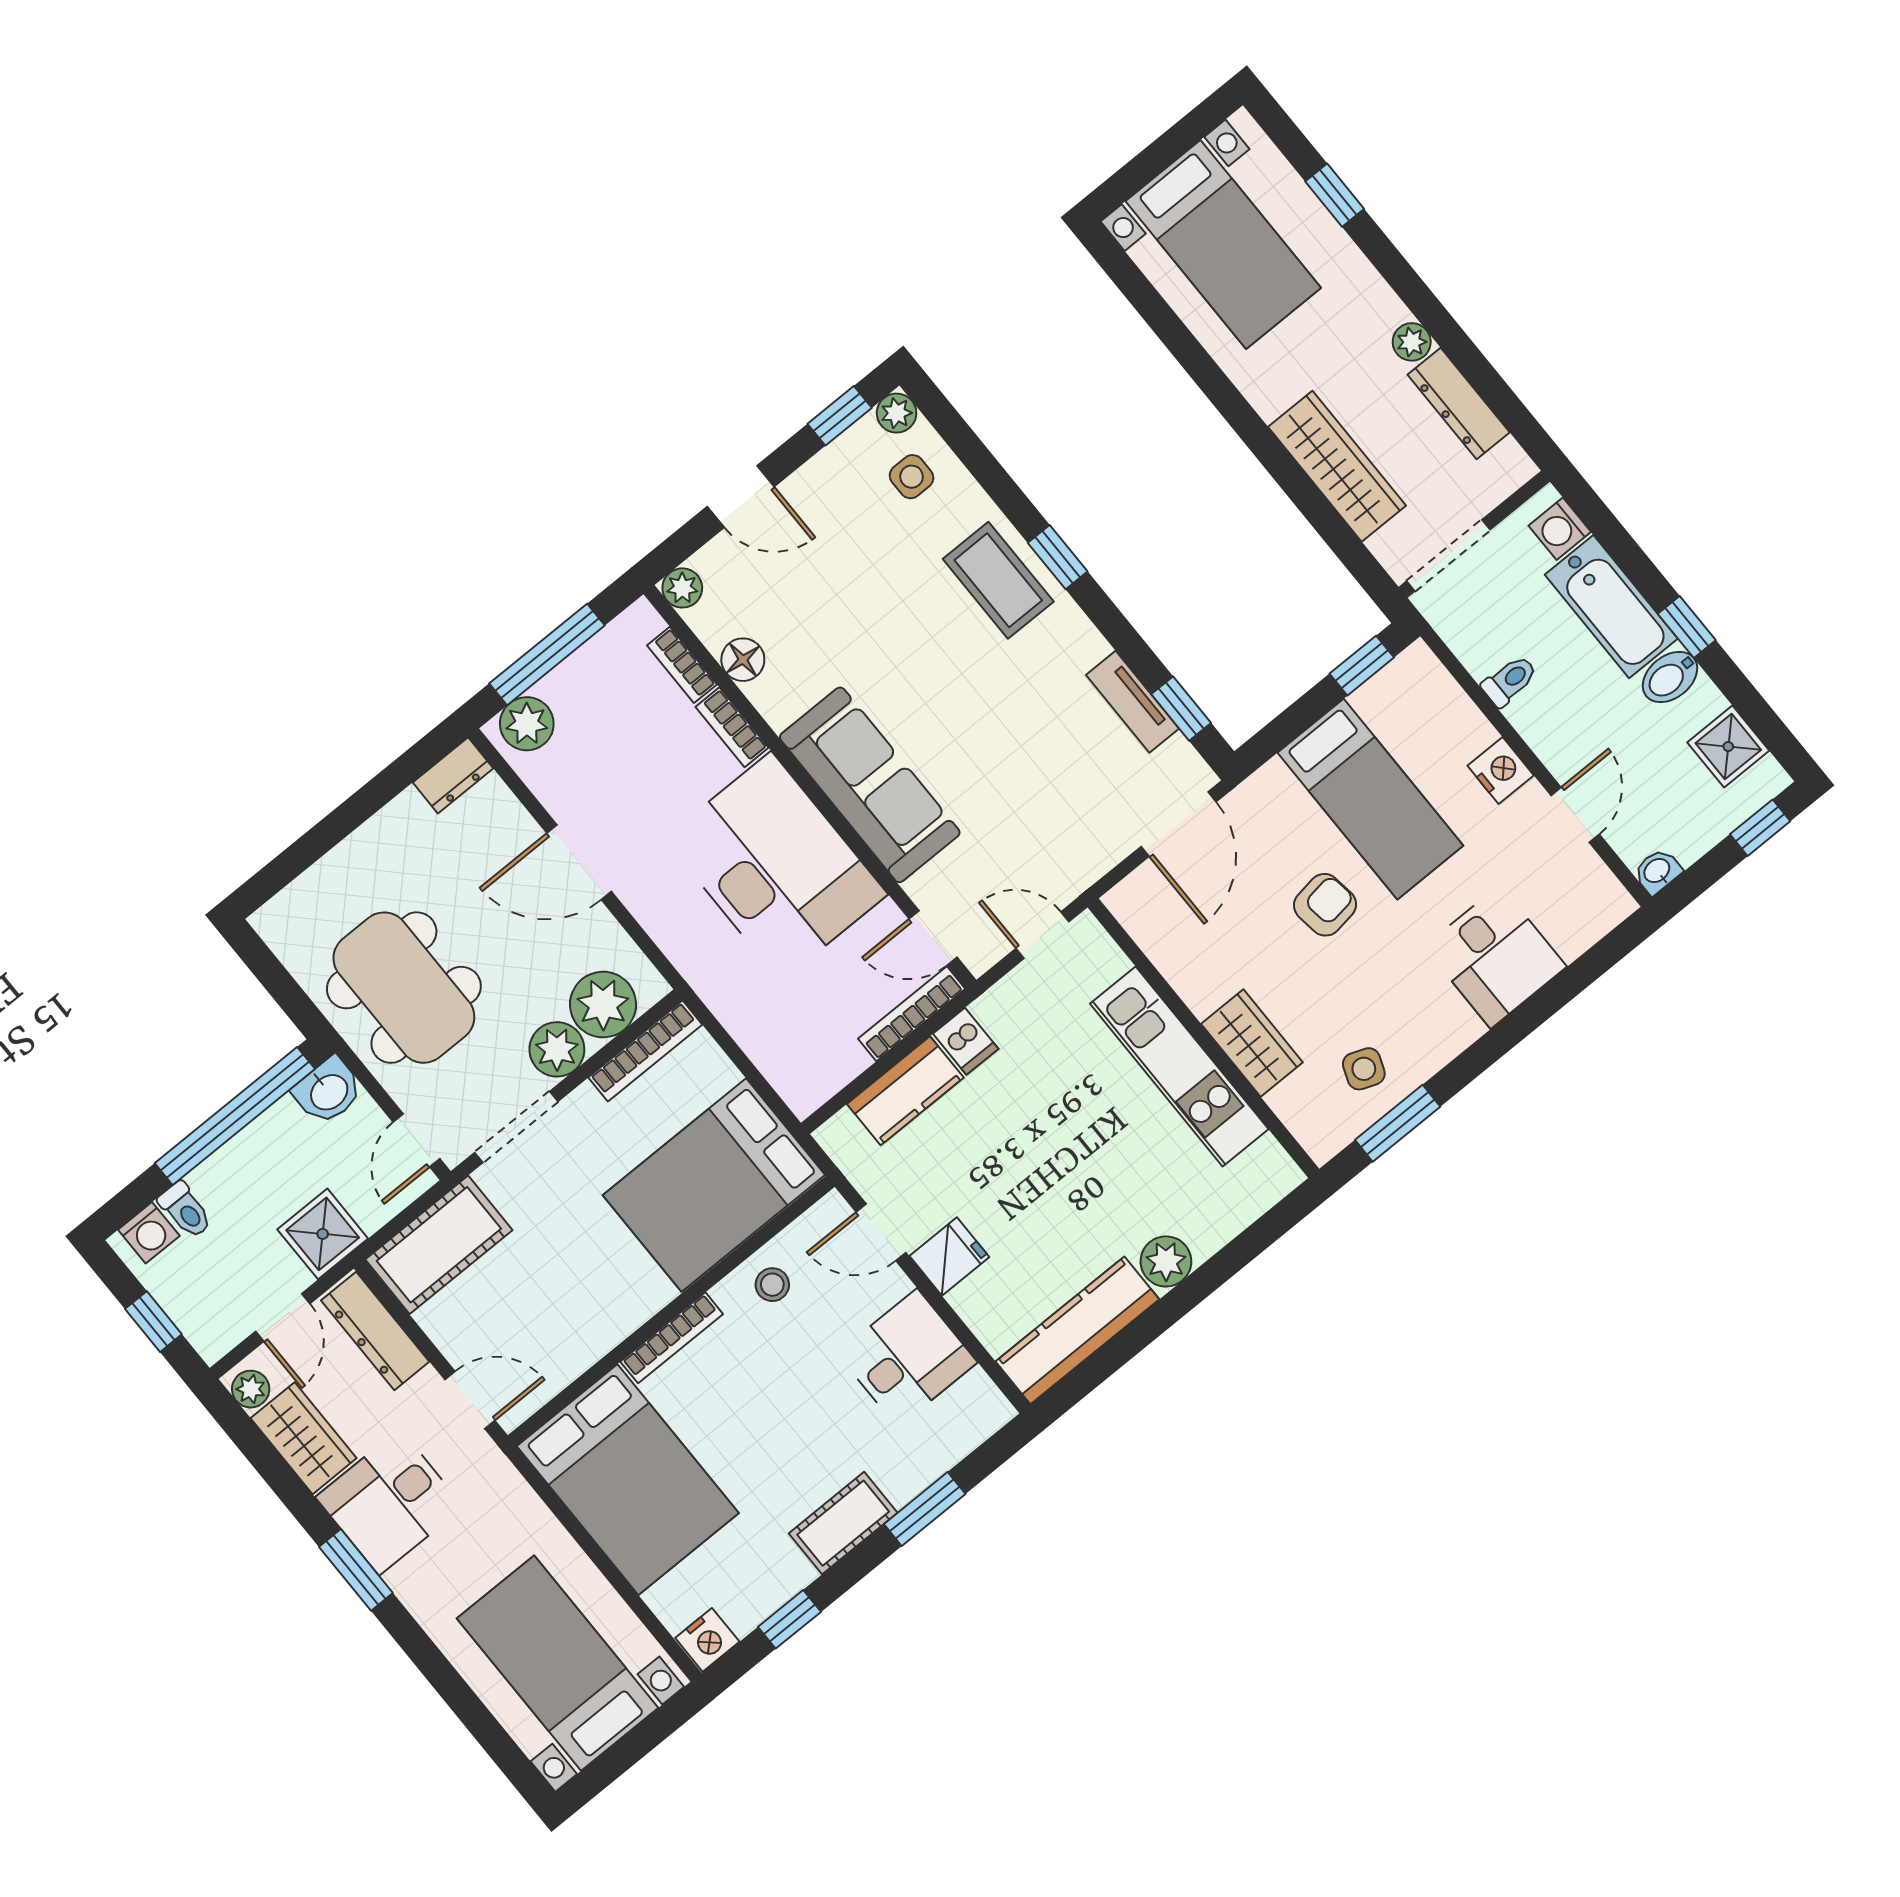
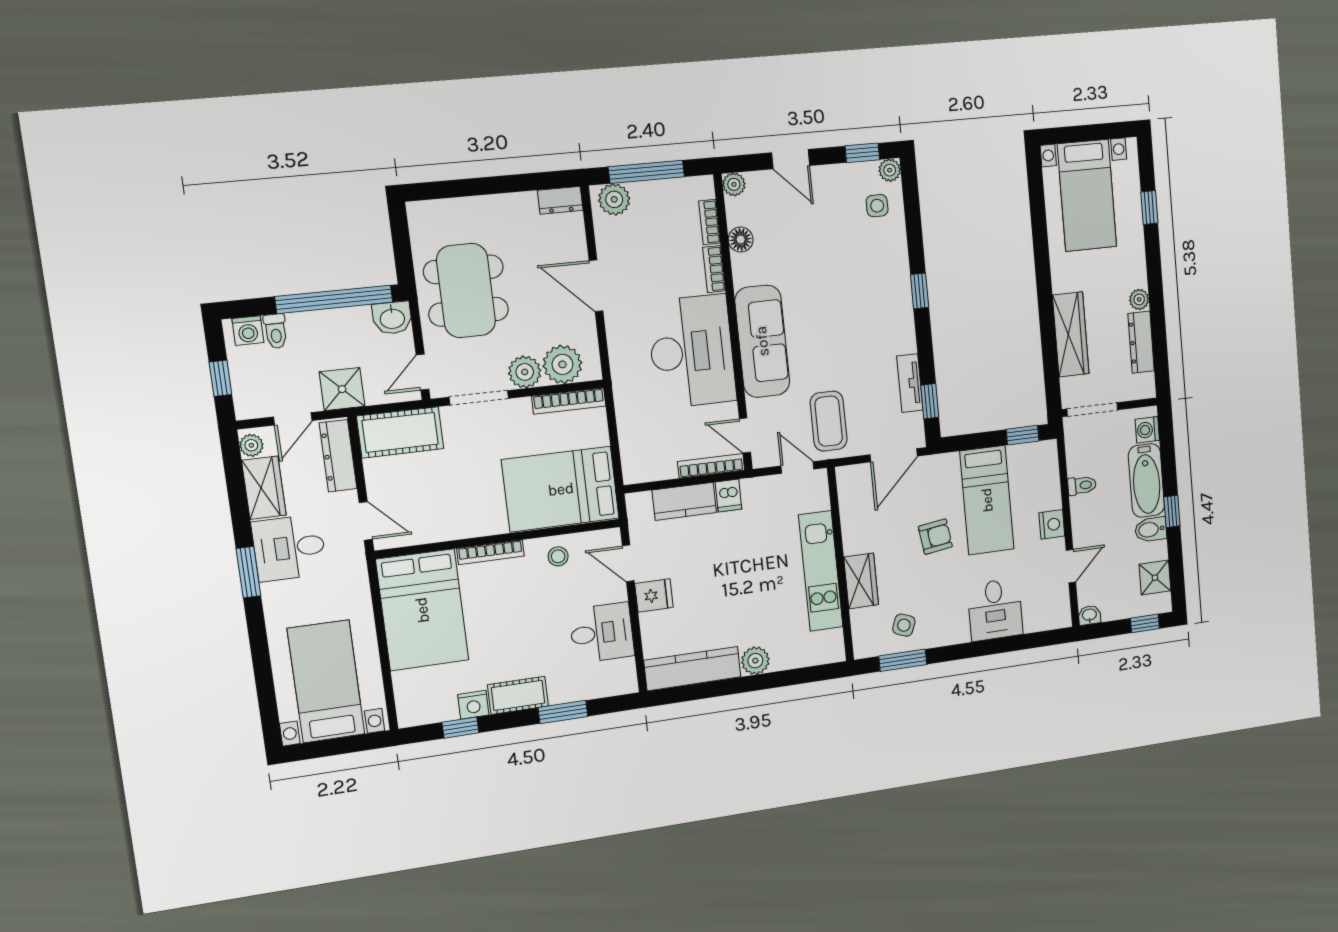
coffee table: (998, 580) -> (829, 421), moved
nightstand: (707, 1640) -> (473, 705), moved

